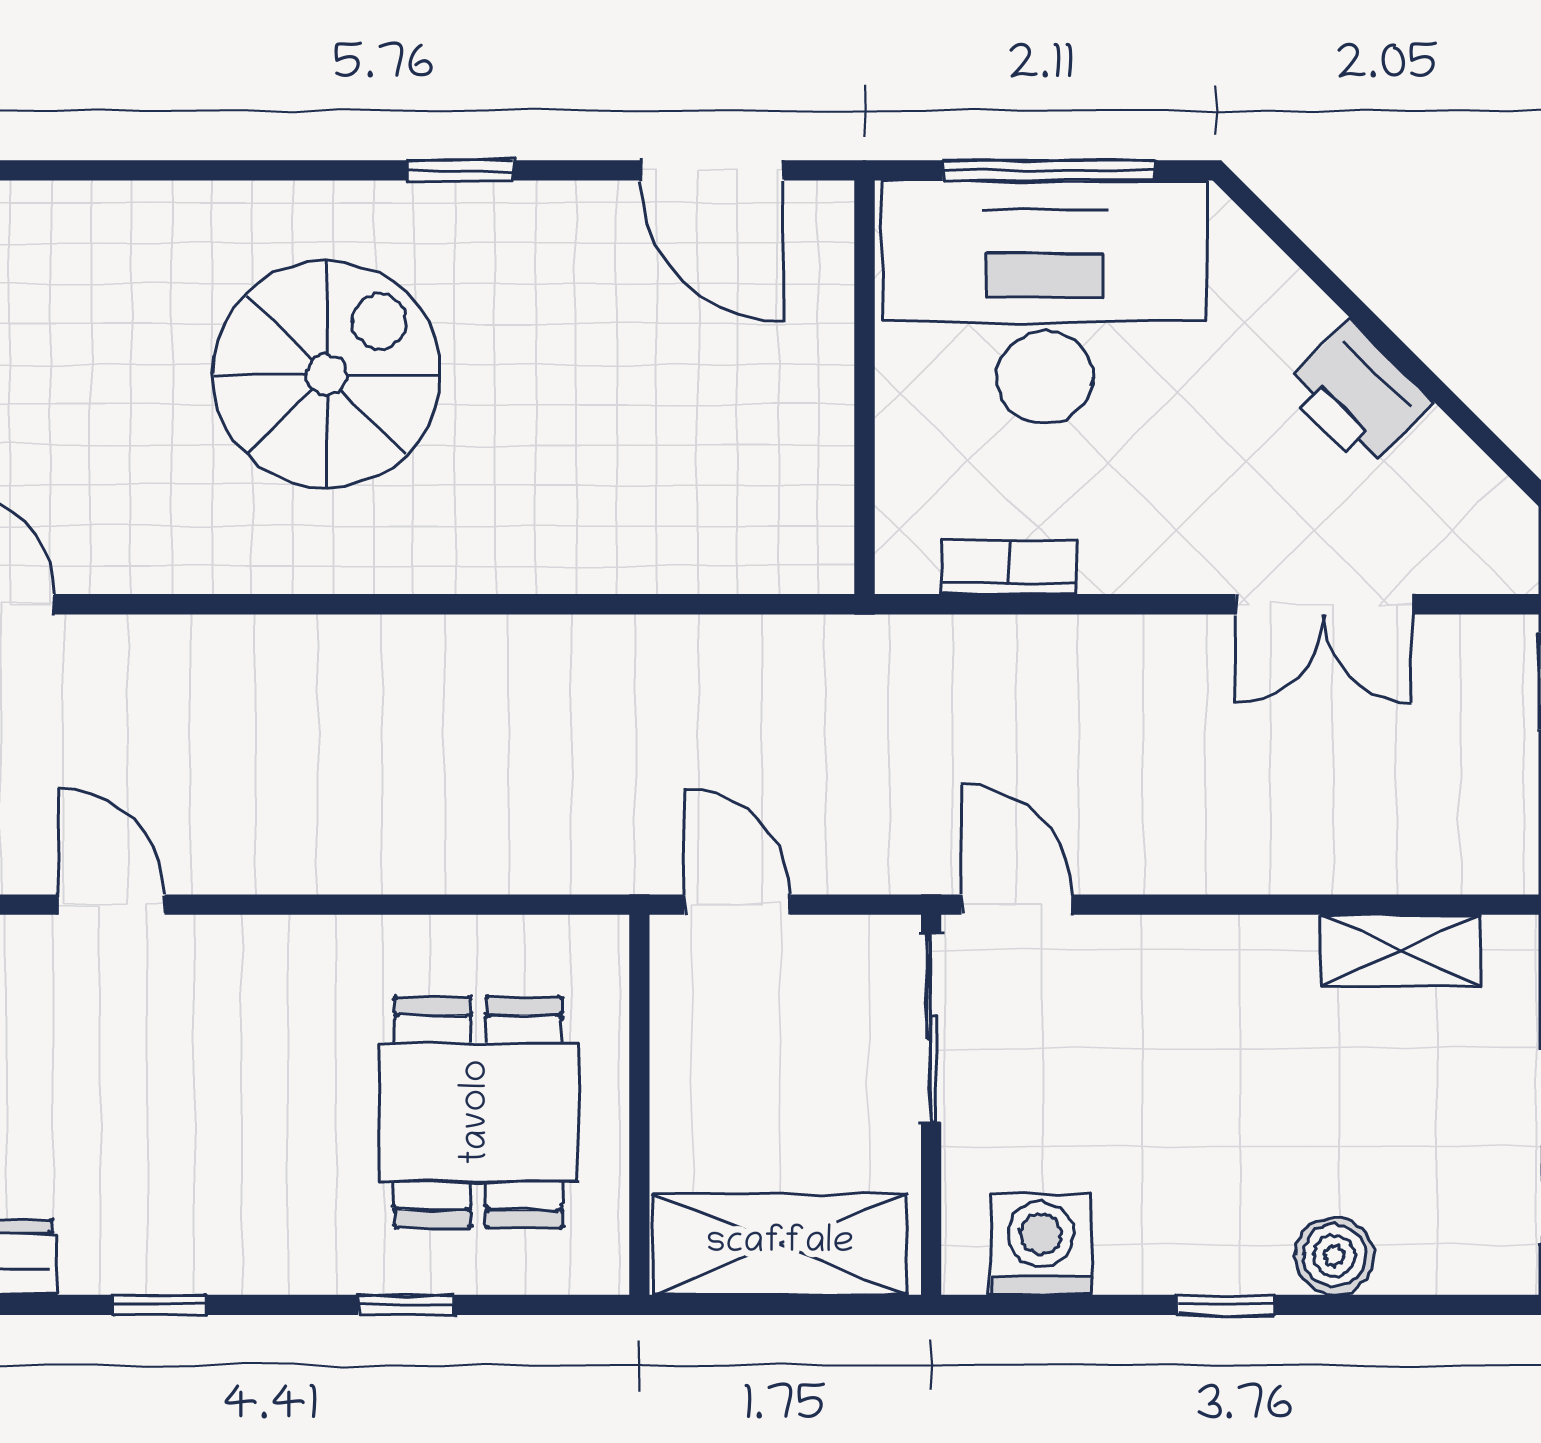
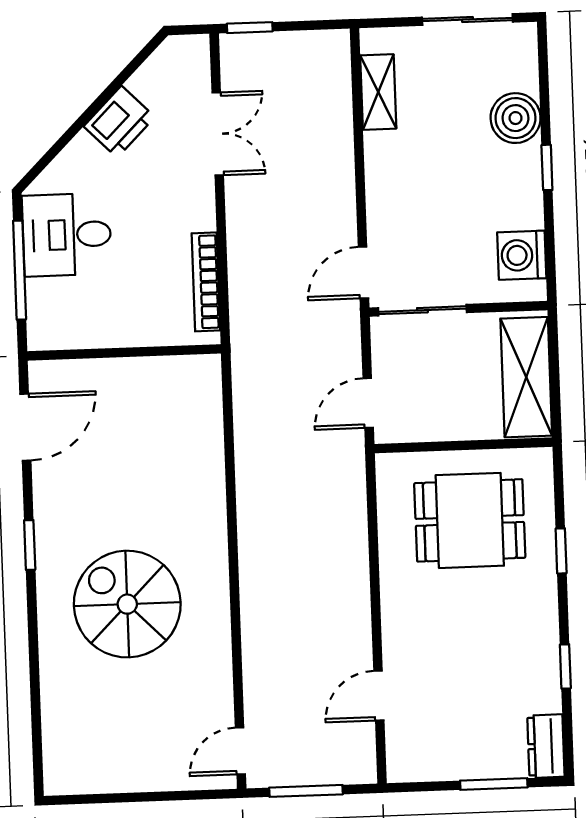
desk: (1045, 302) -> (67, 235), width x0.53, depth x0.77
bookcase: (1009, 567) -> (206, 282), width x1.56
boiler: (1334, 1256) -> (516, 118), width x1.36, depth x1.36

